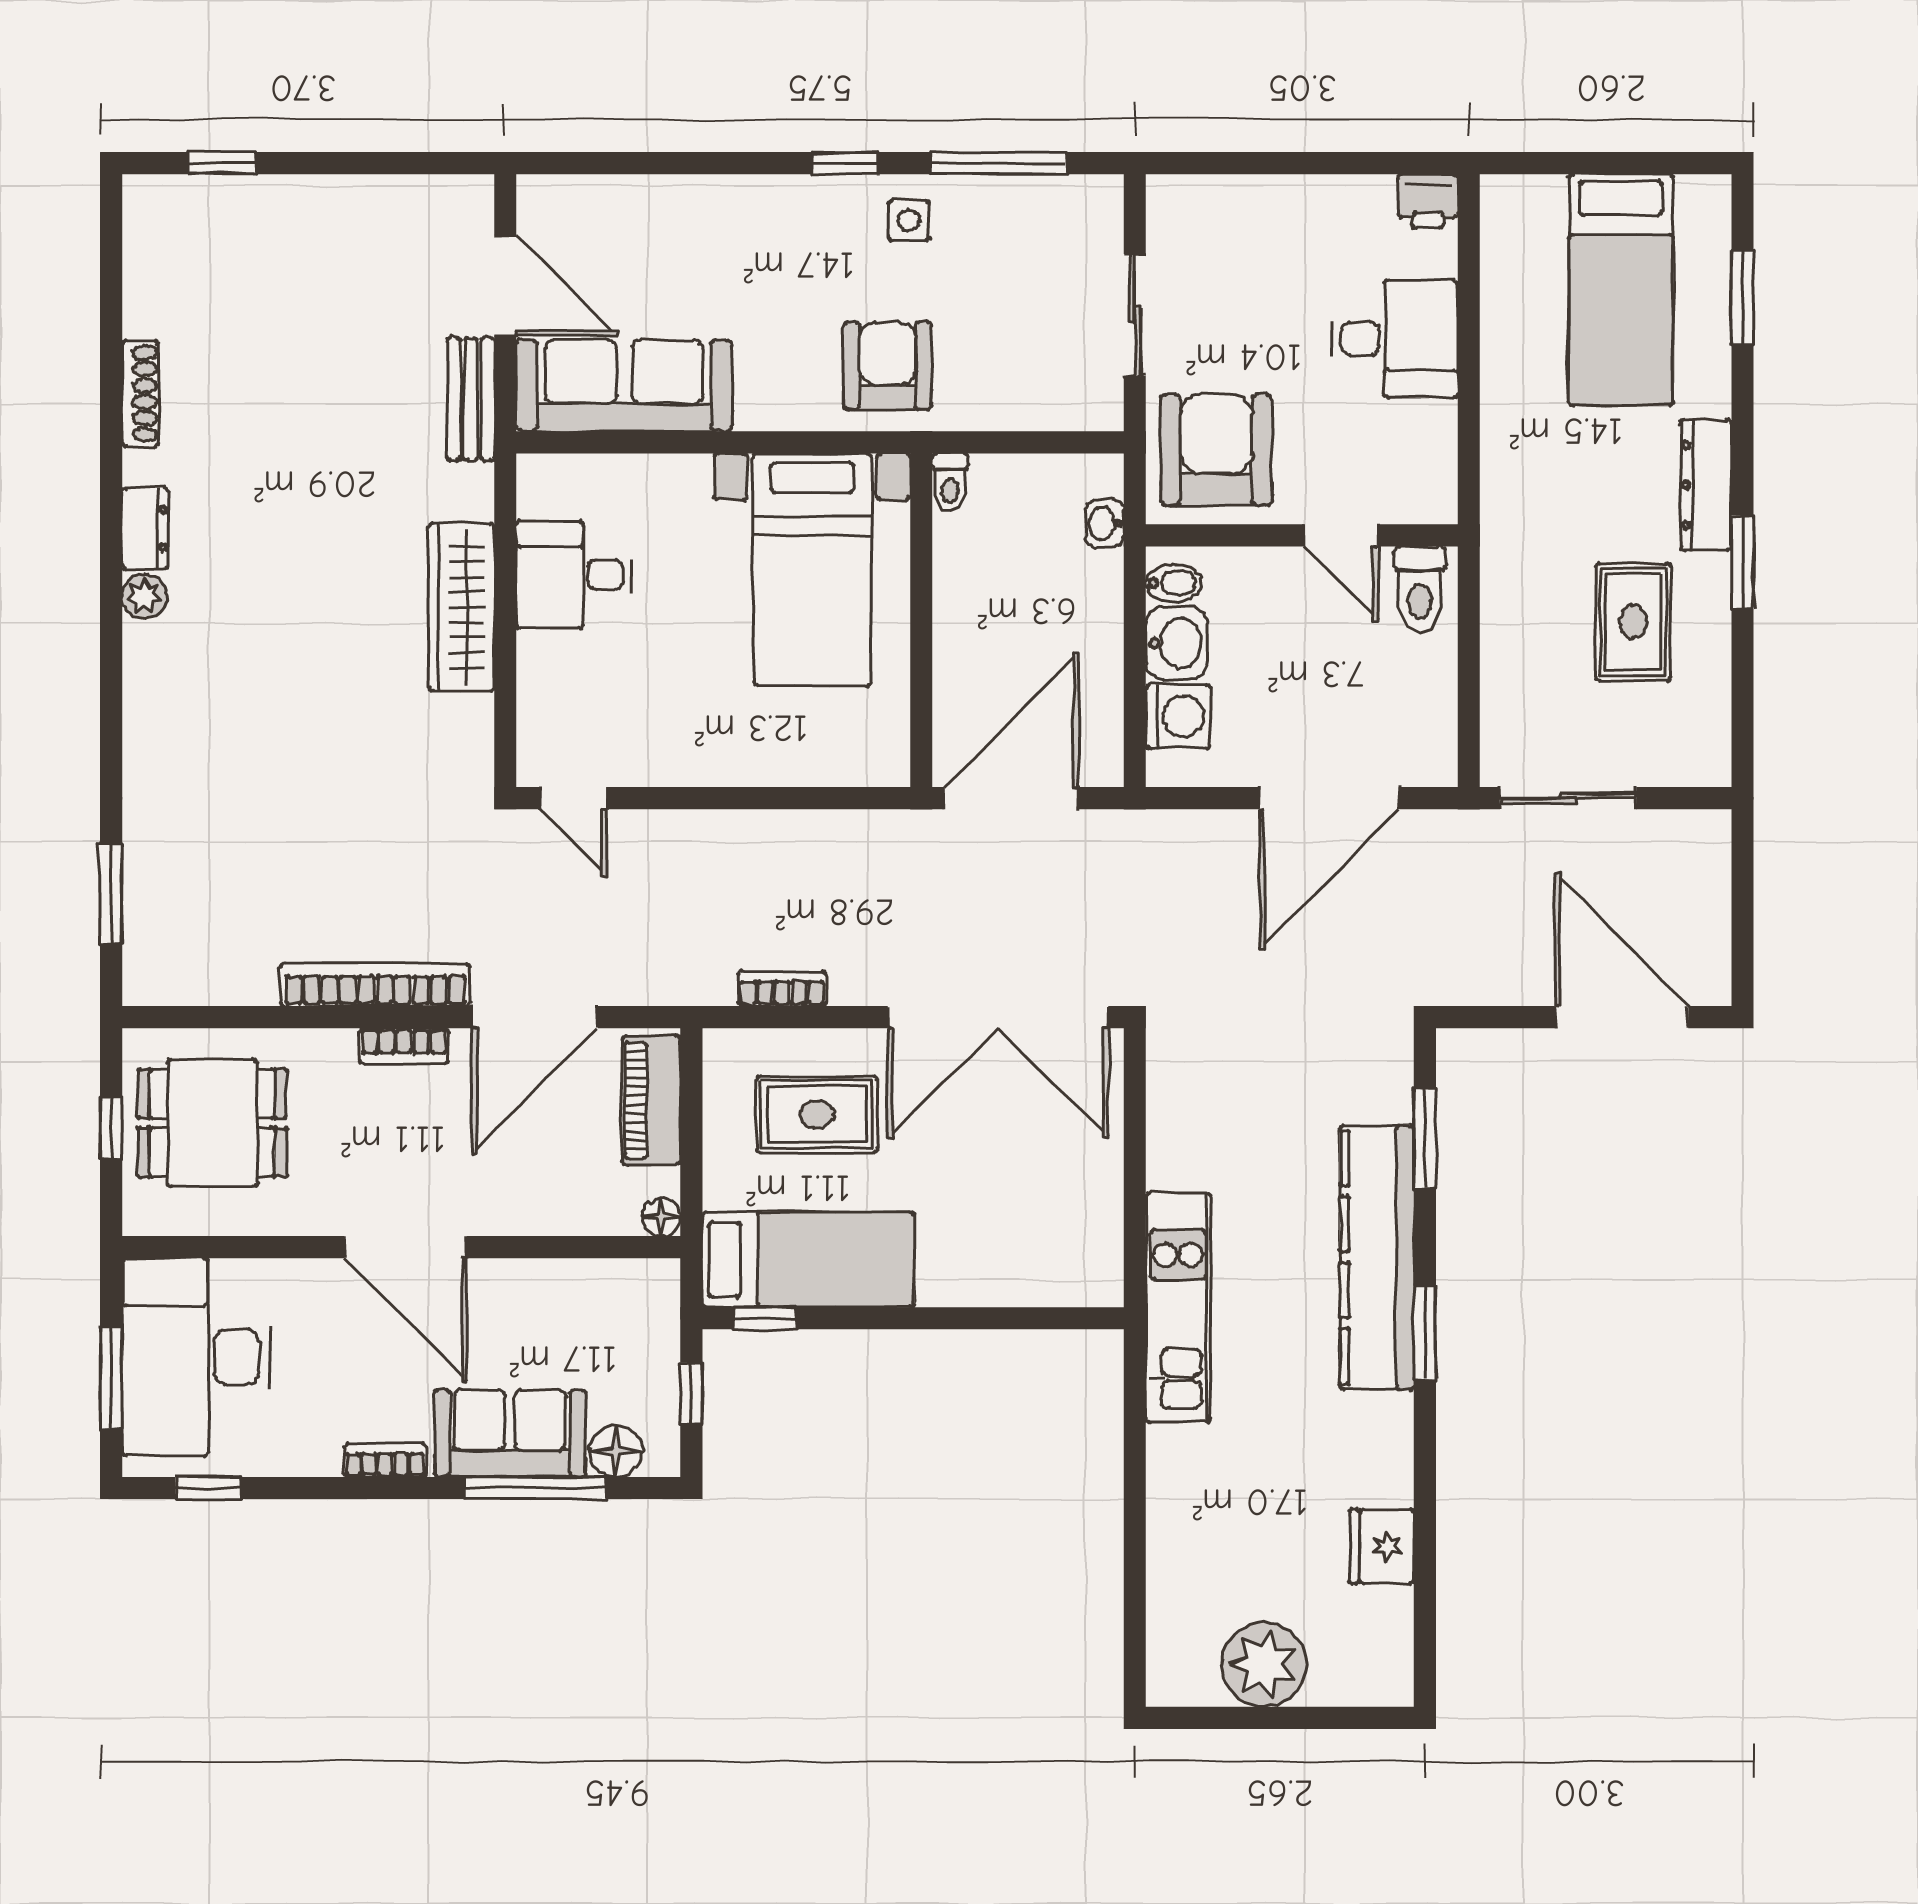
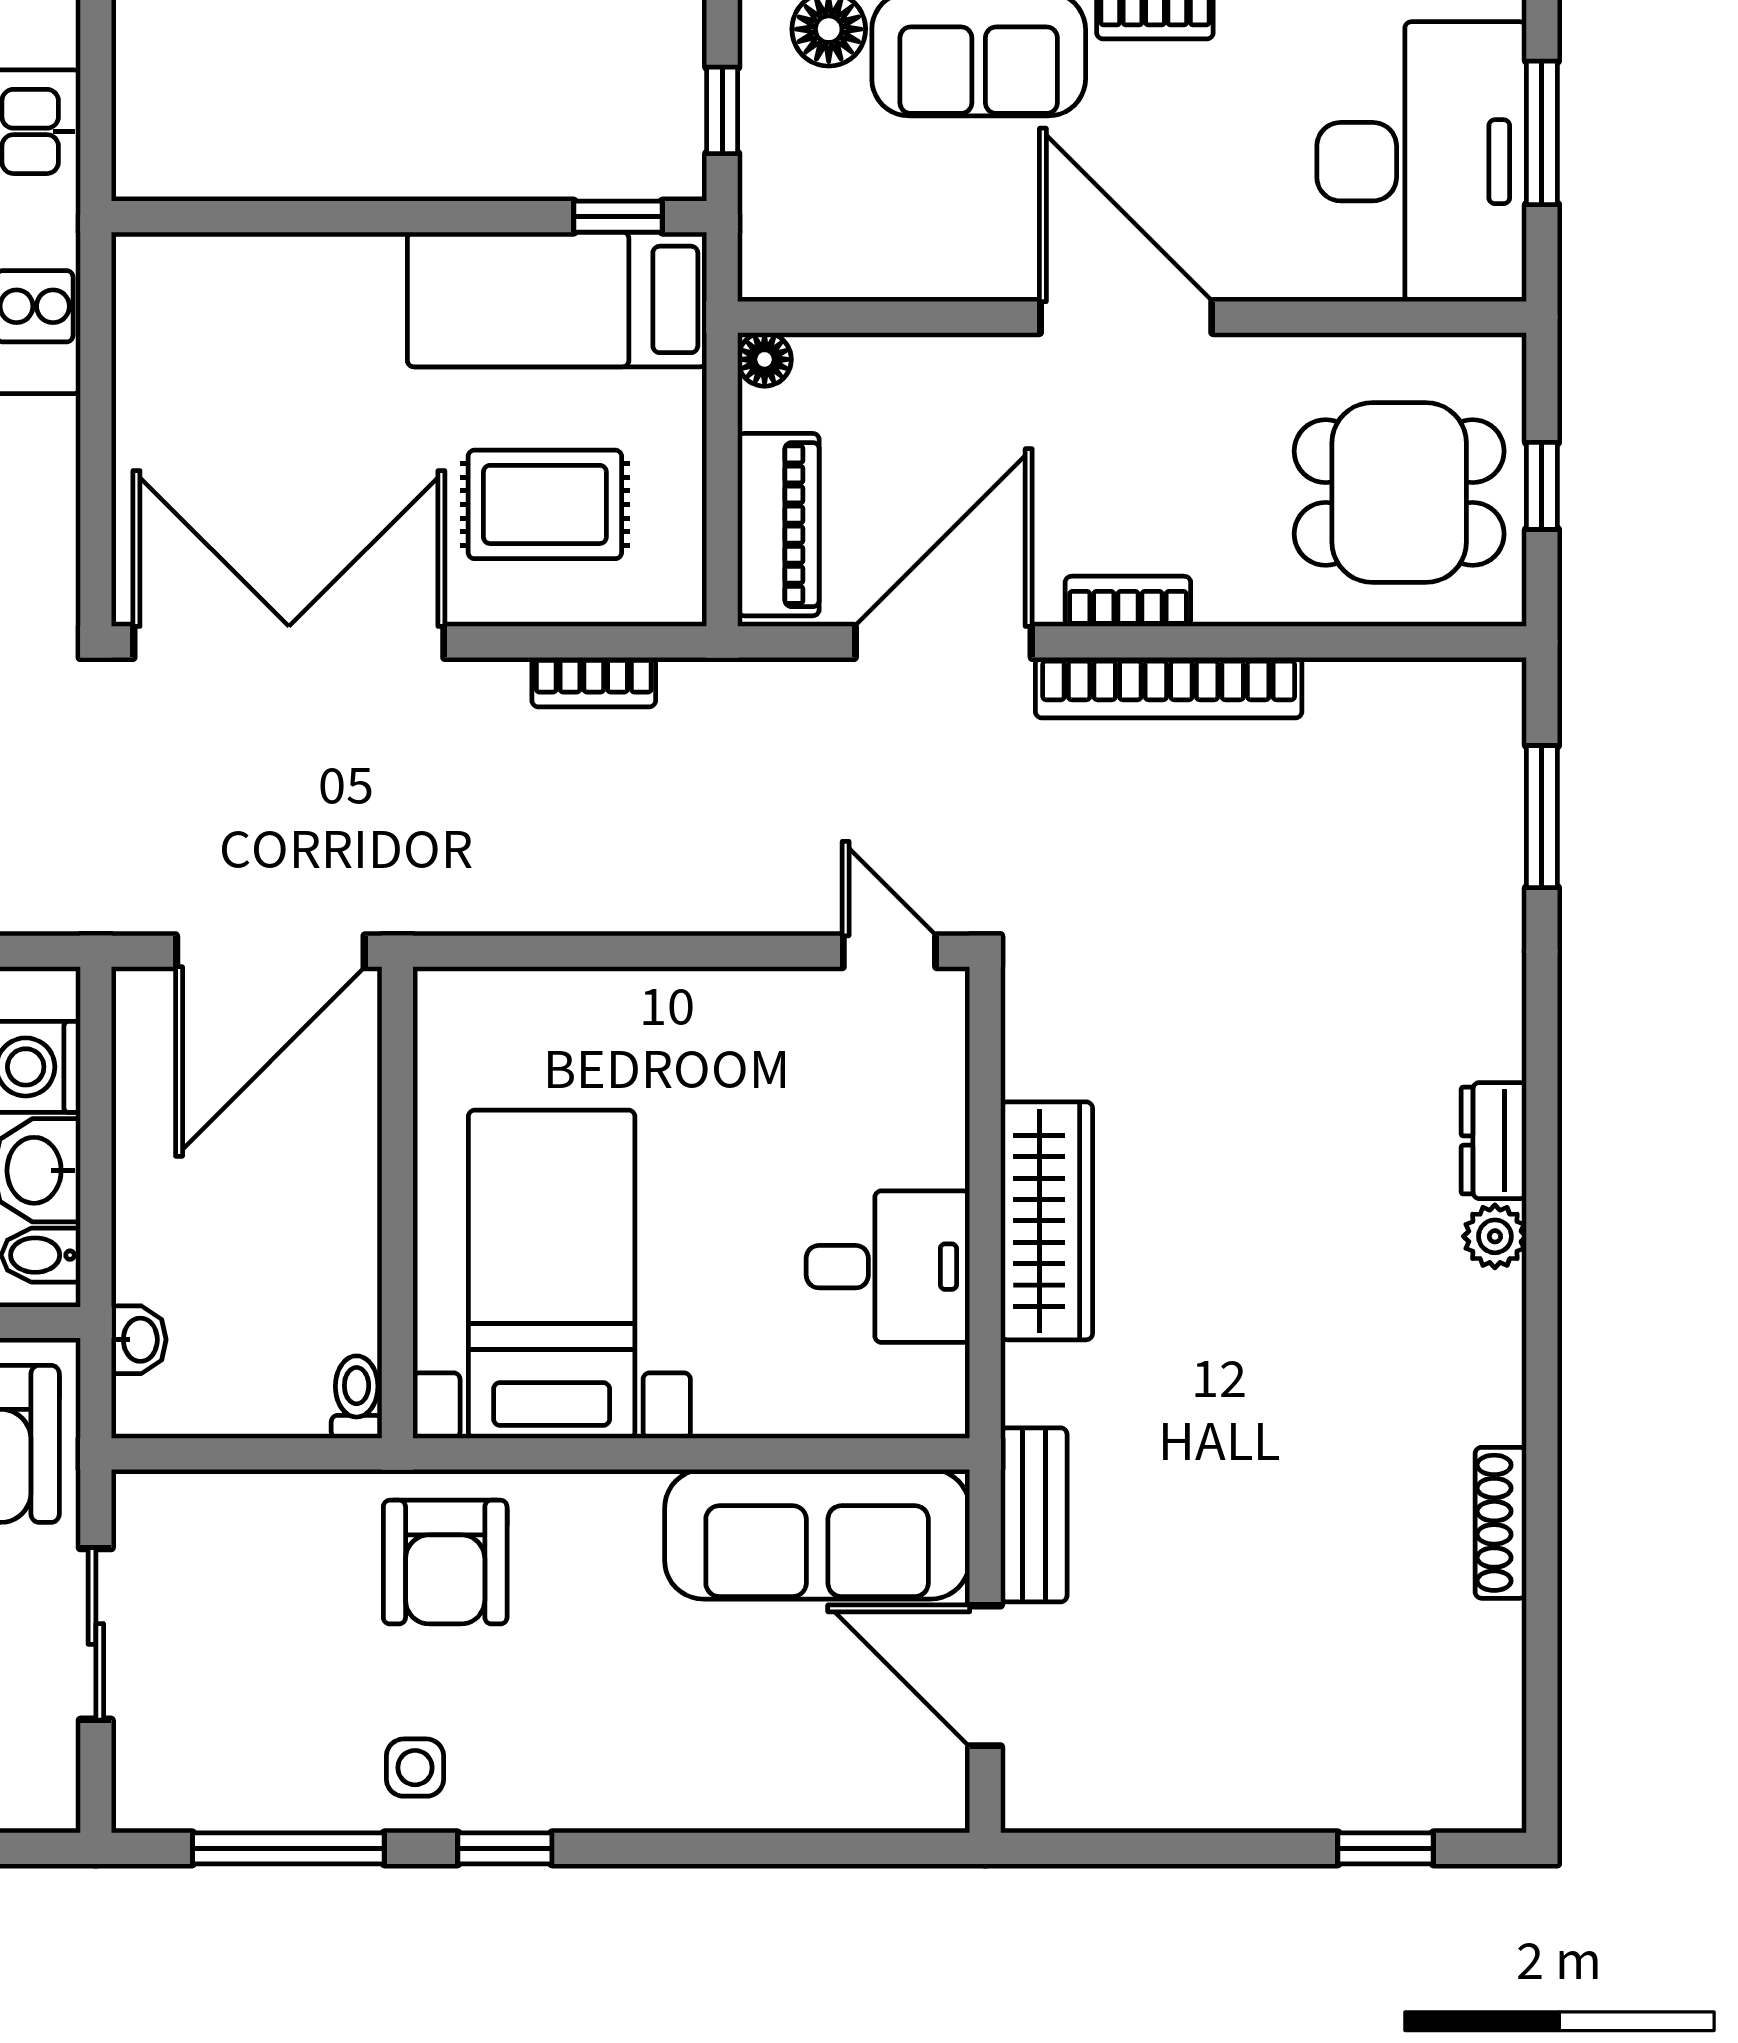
dresser: (145, 529) -> (1494, 1141), moved

